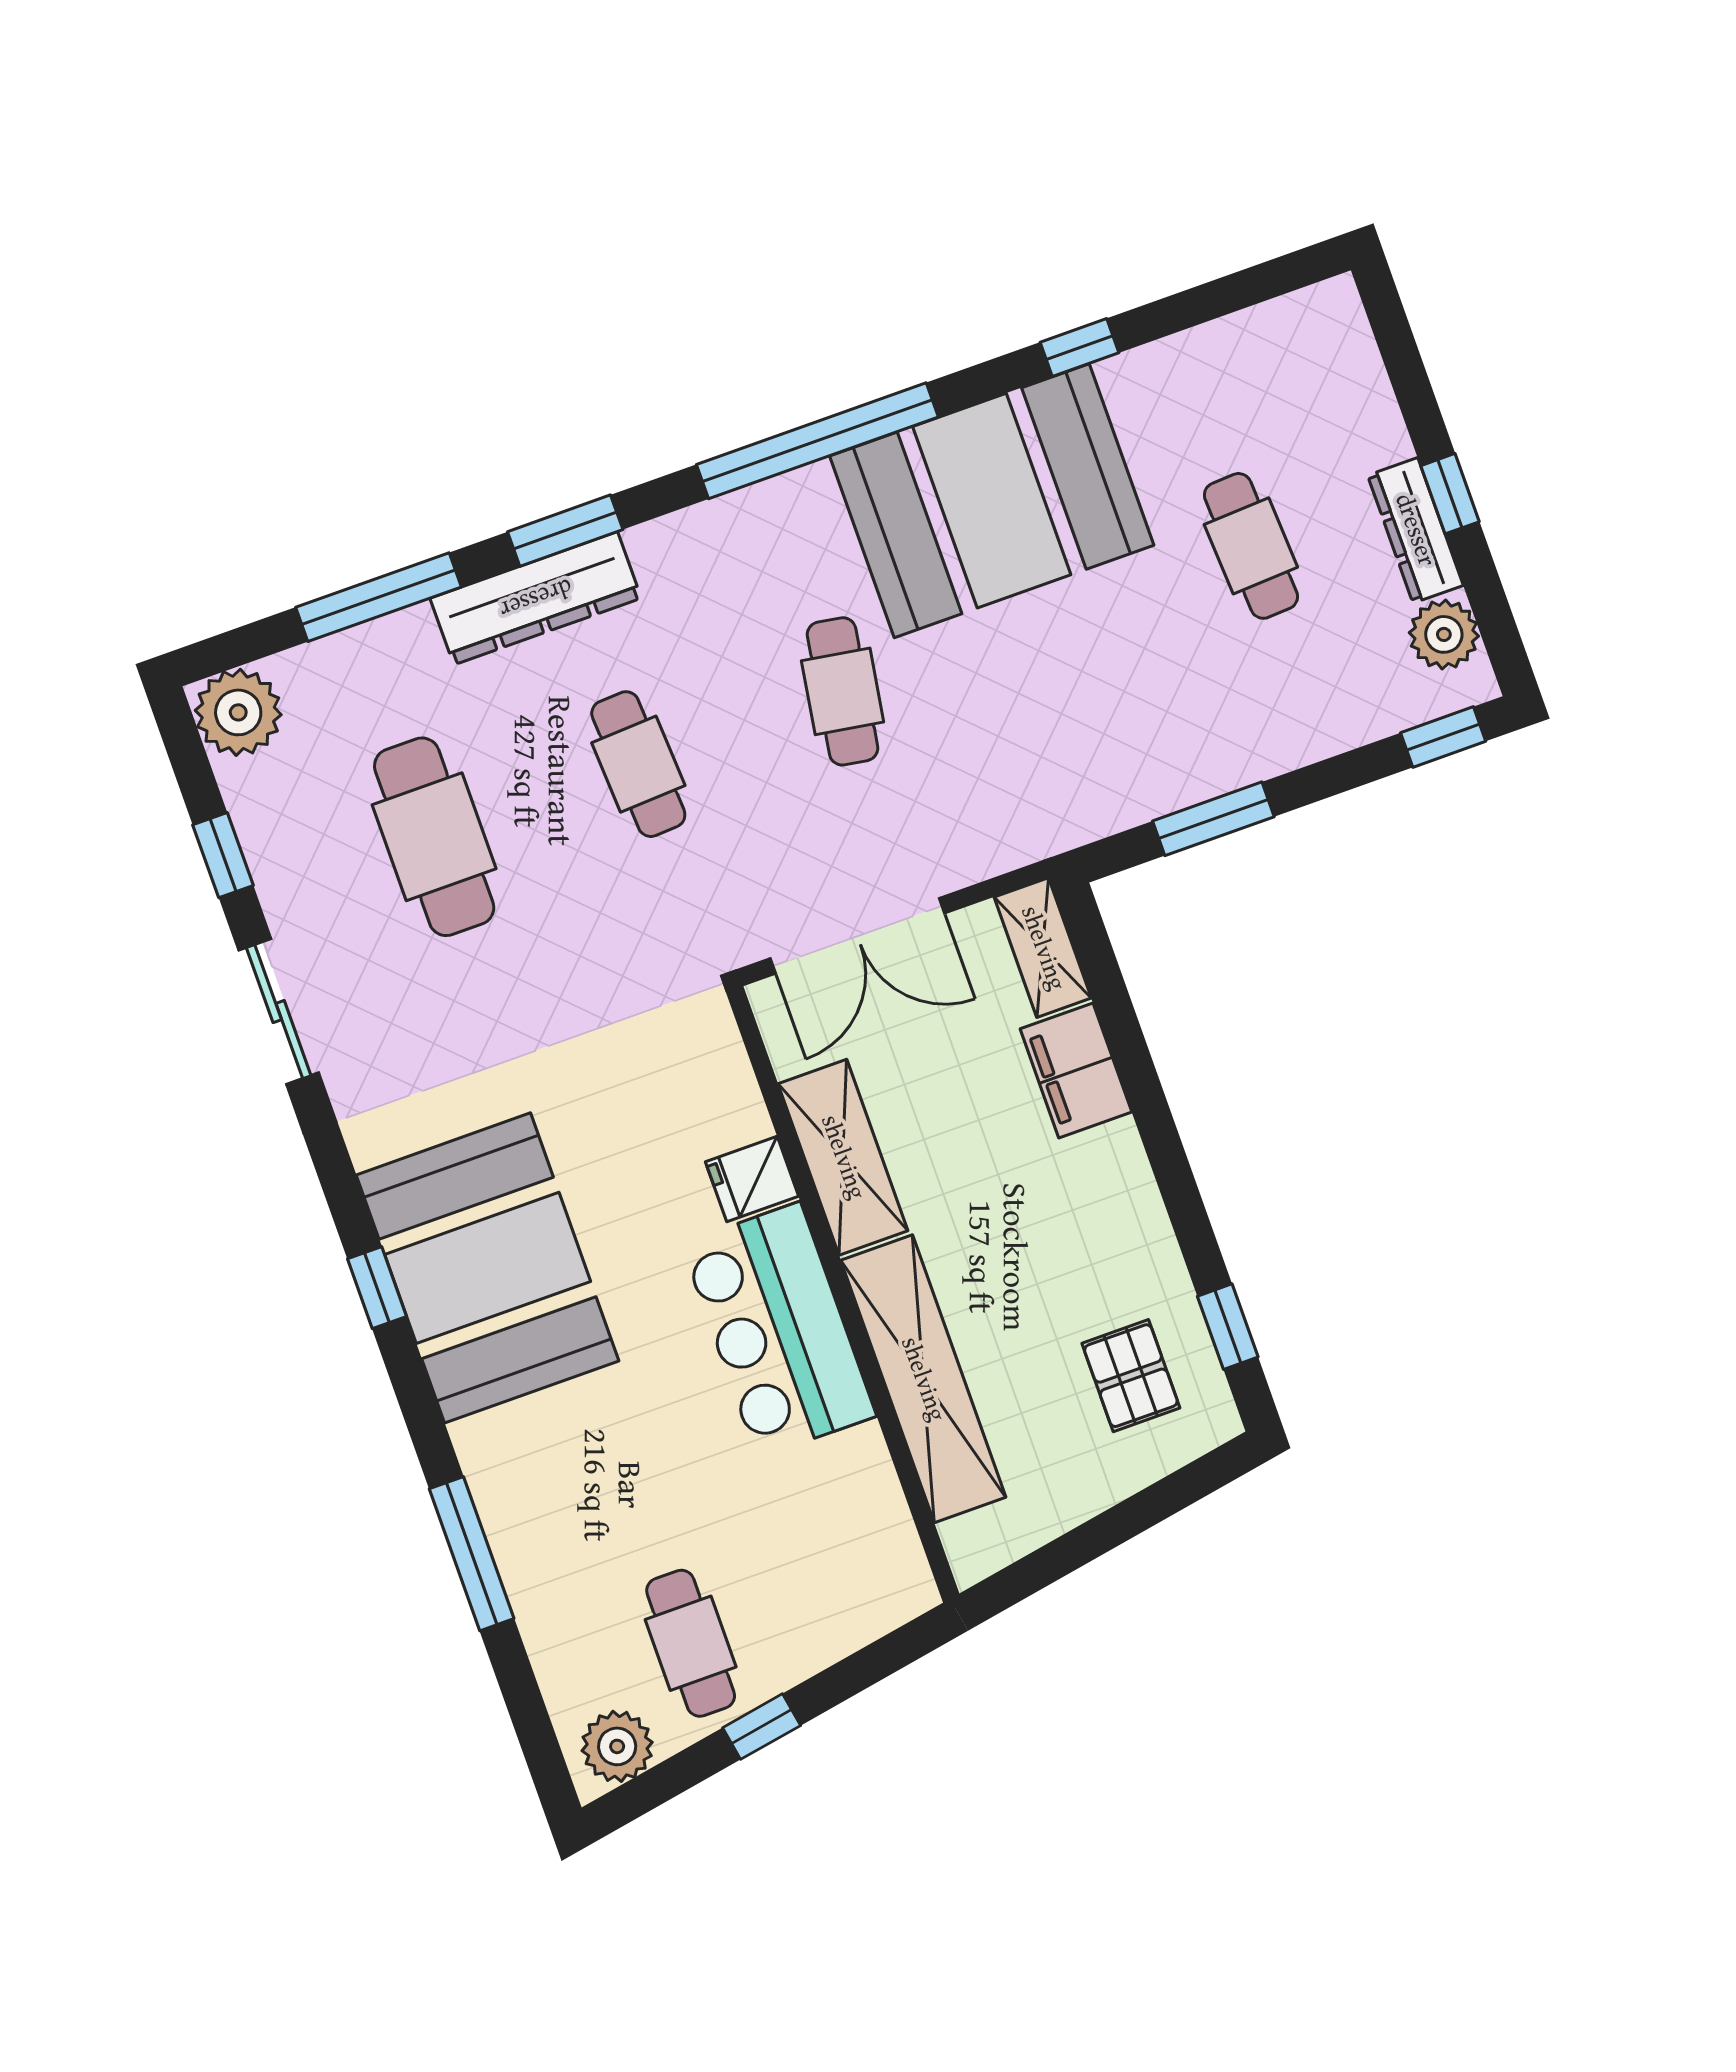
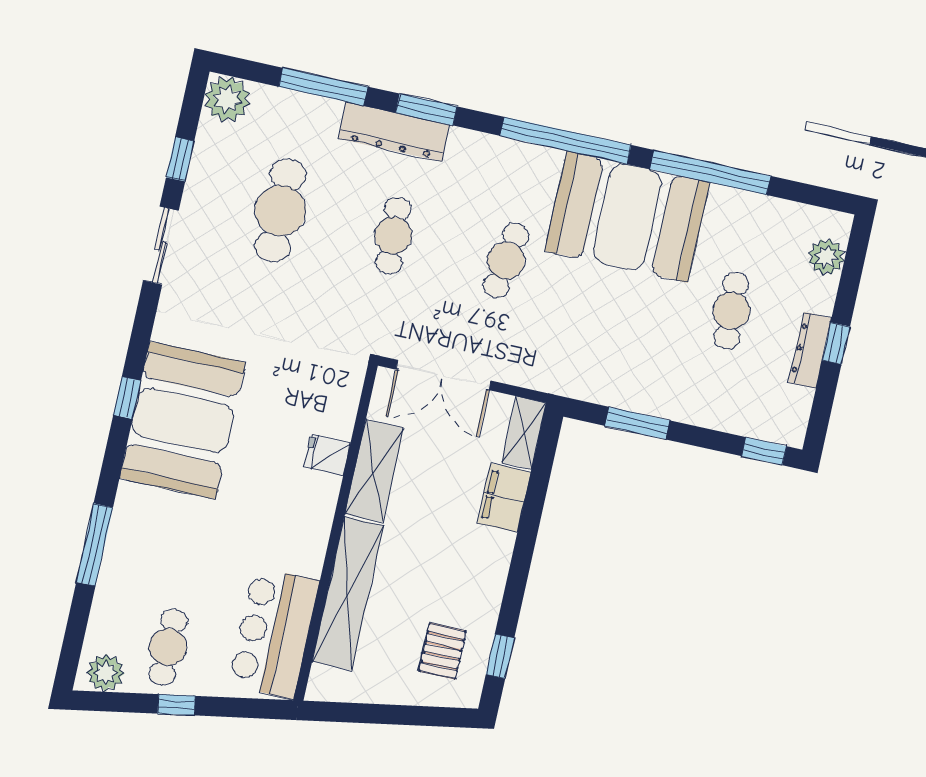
window: (1080, 347) -> (710, 173), width x3.17
plant: (1444, 634) -> (826, 257), moved
bar counter: (779, 1330) -> (274, 633), moved

